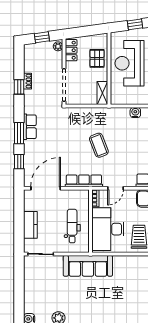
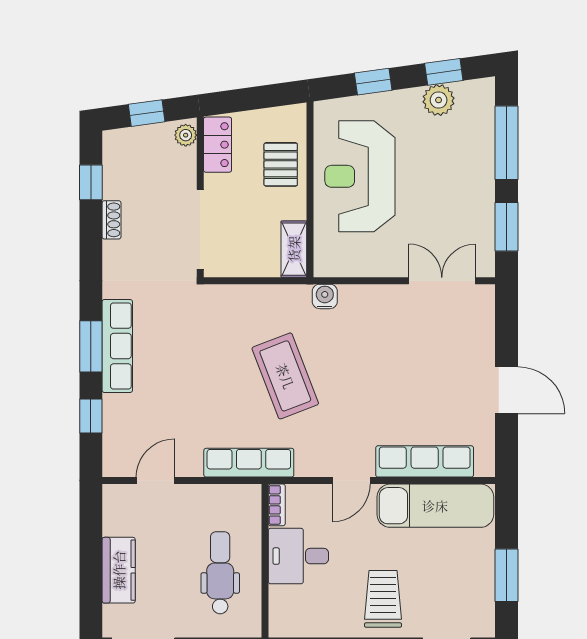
window: (19, 87) -> (91, 182), moved
water cooler: (135, 113) -> (325, 296), moved
row of seats: (30, 127) -> (117, 346), width x1.48
coffee table: (99, 145) -> (285, 376), width x1.36, depth x1.32
door: (46, 188) -> (155, 481), width x0.53
door: (116, 188) -> (351, 481), moved
desk: (108, 229) -> (298, 556), width x0.53, depth x0.77

